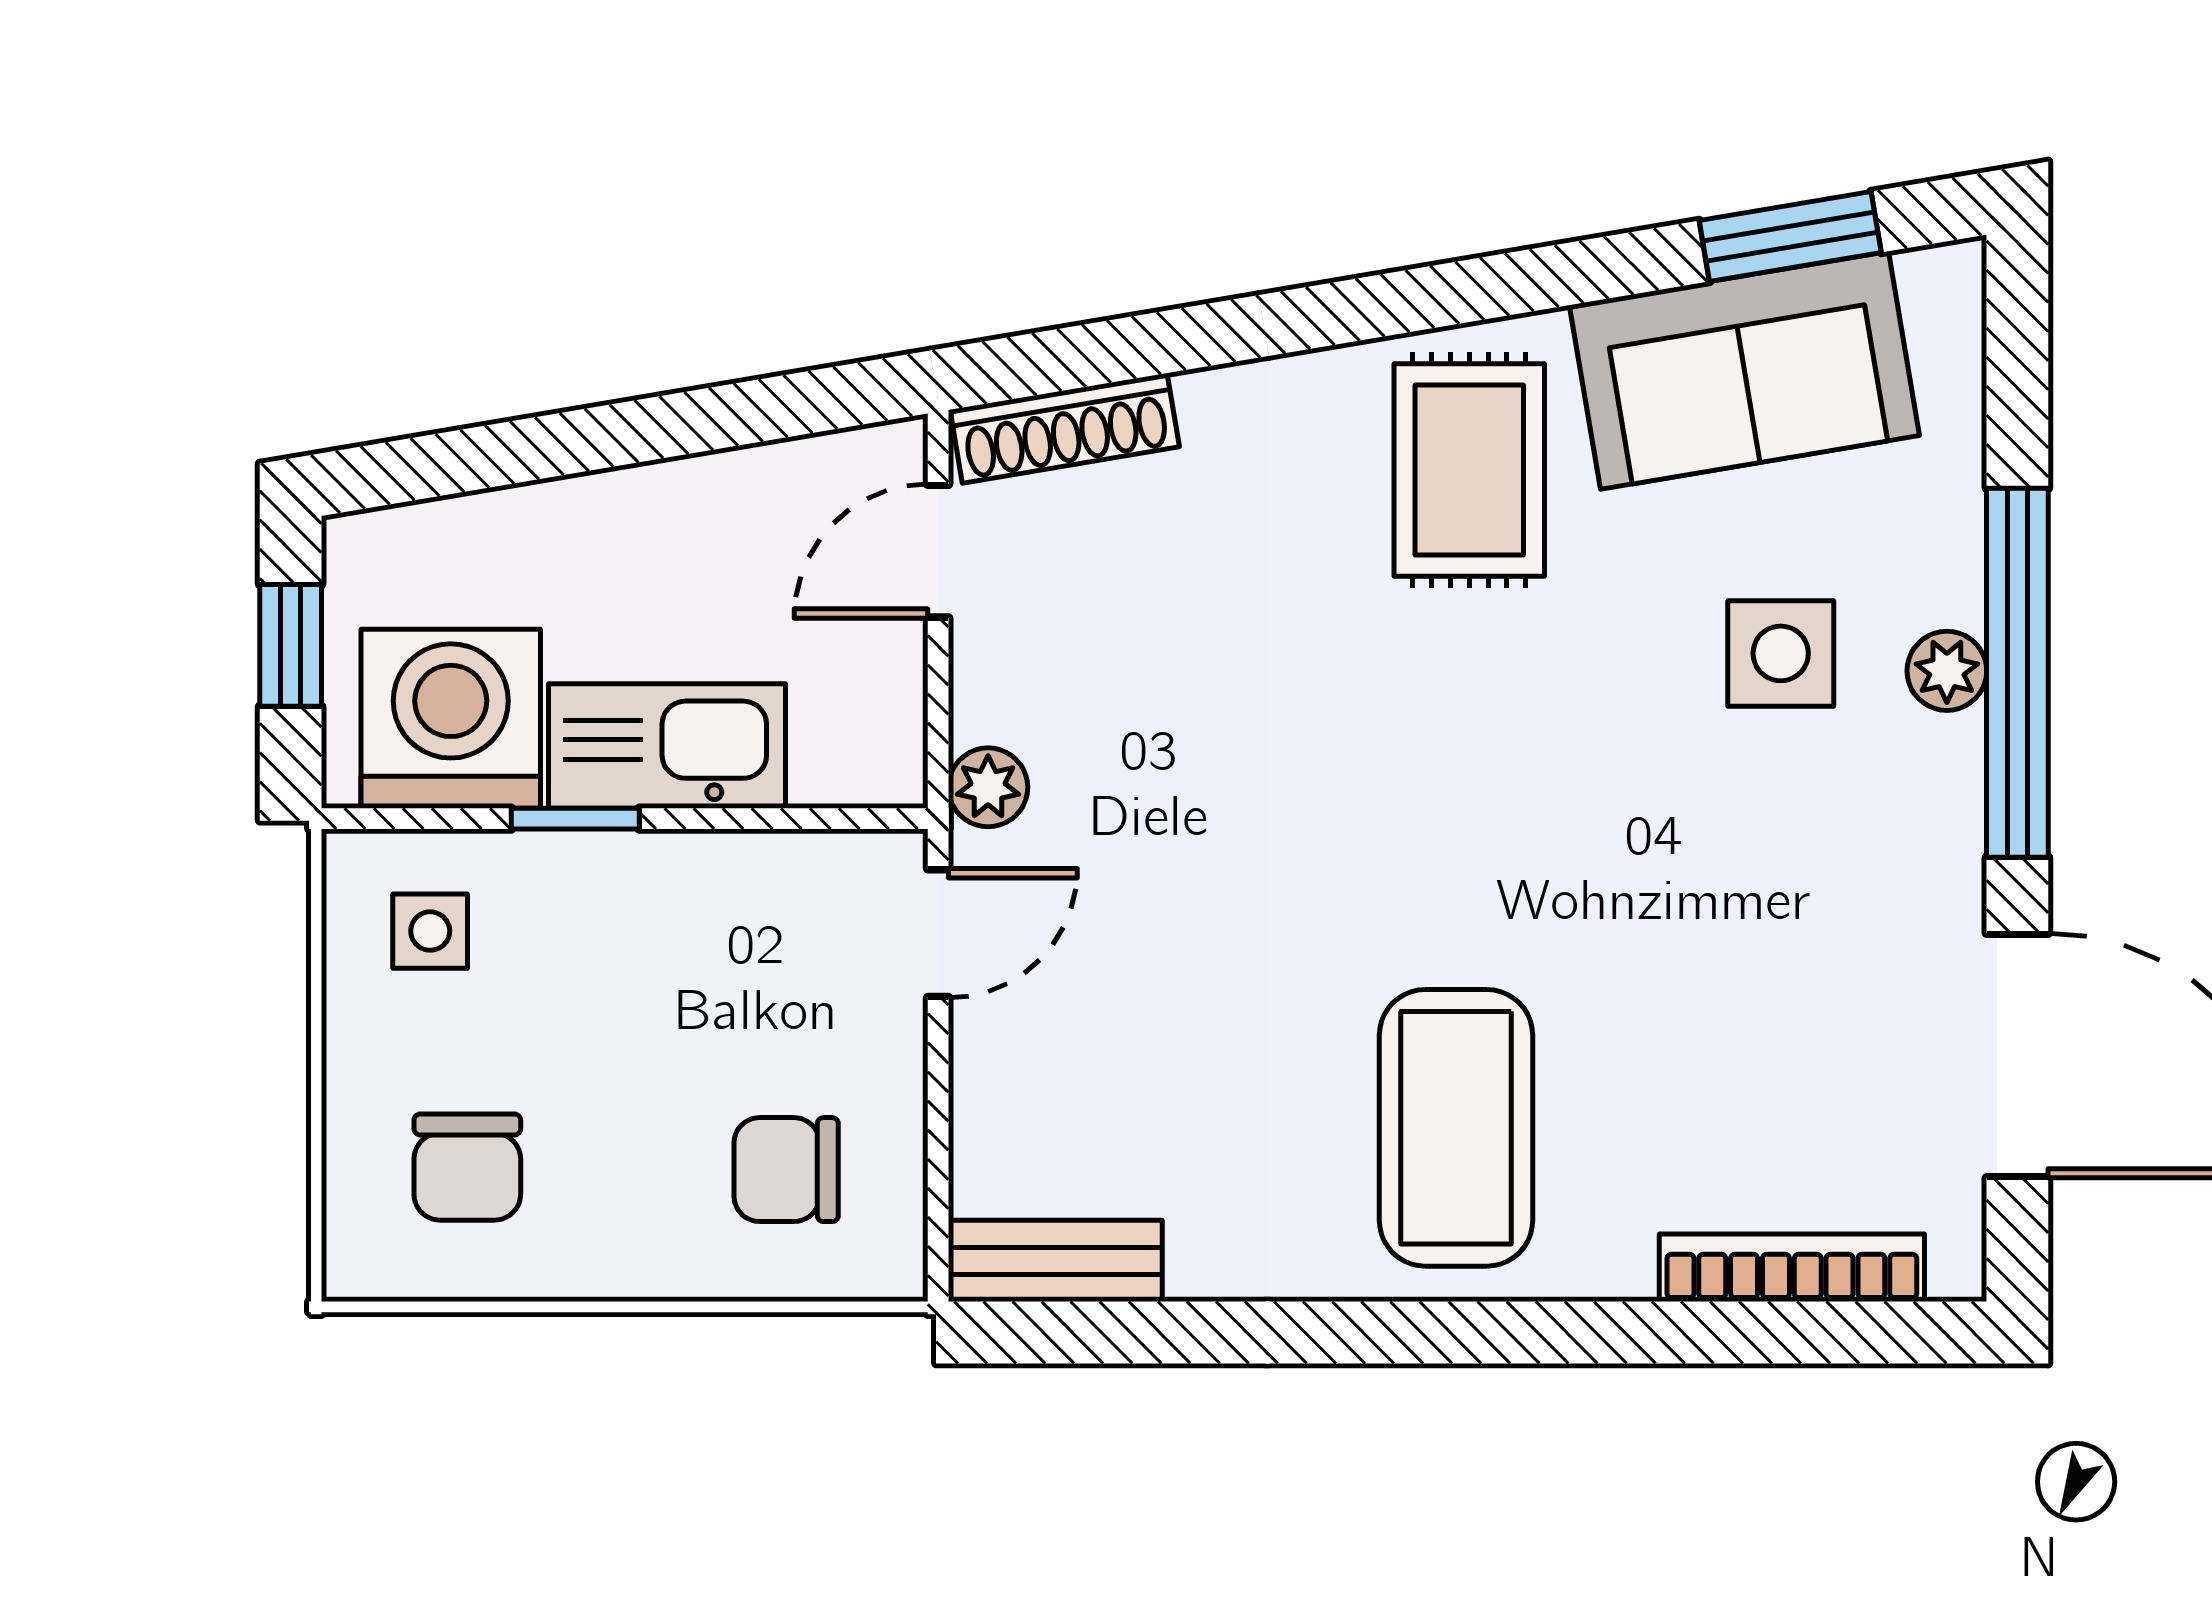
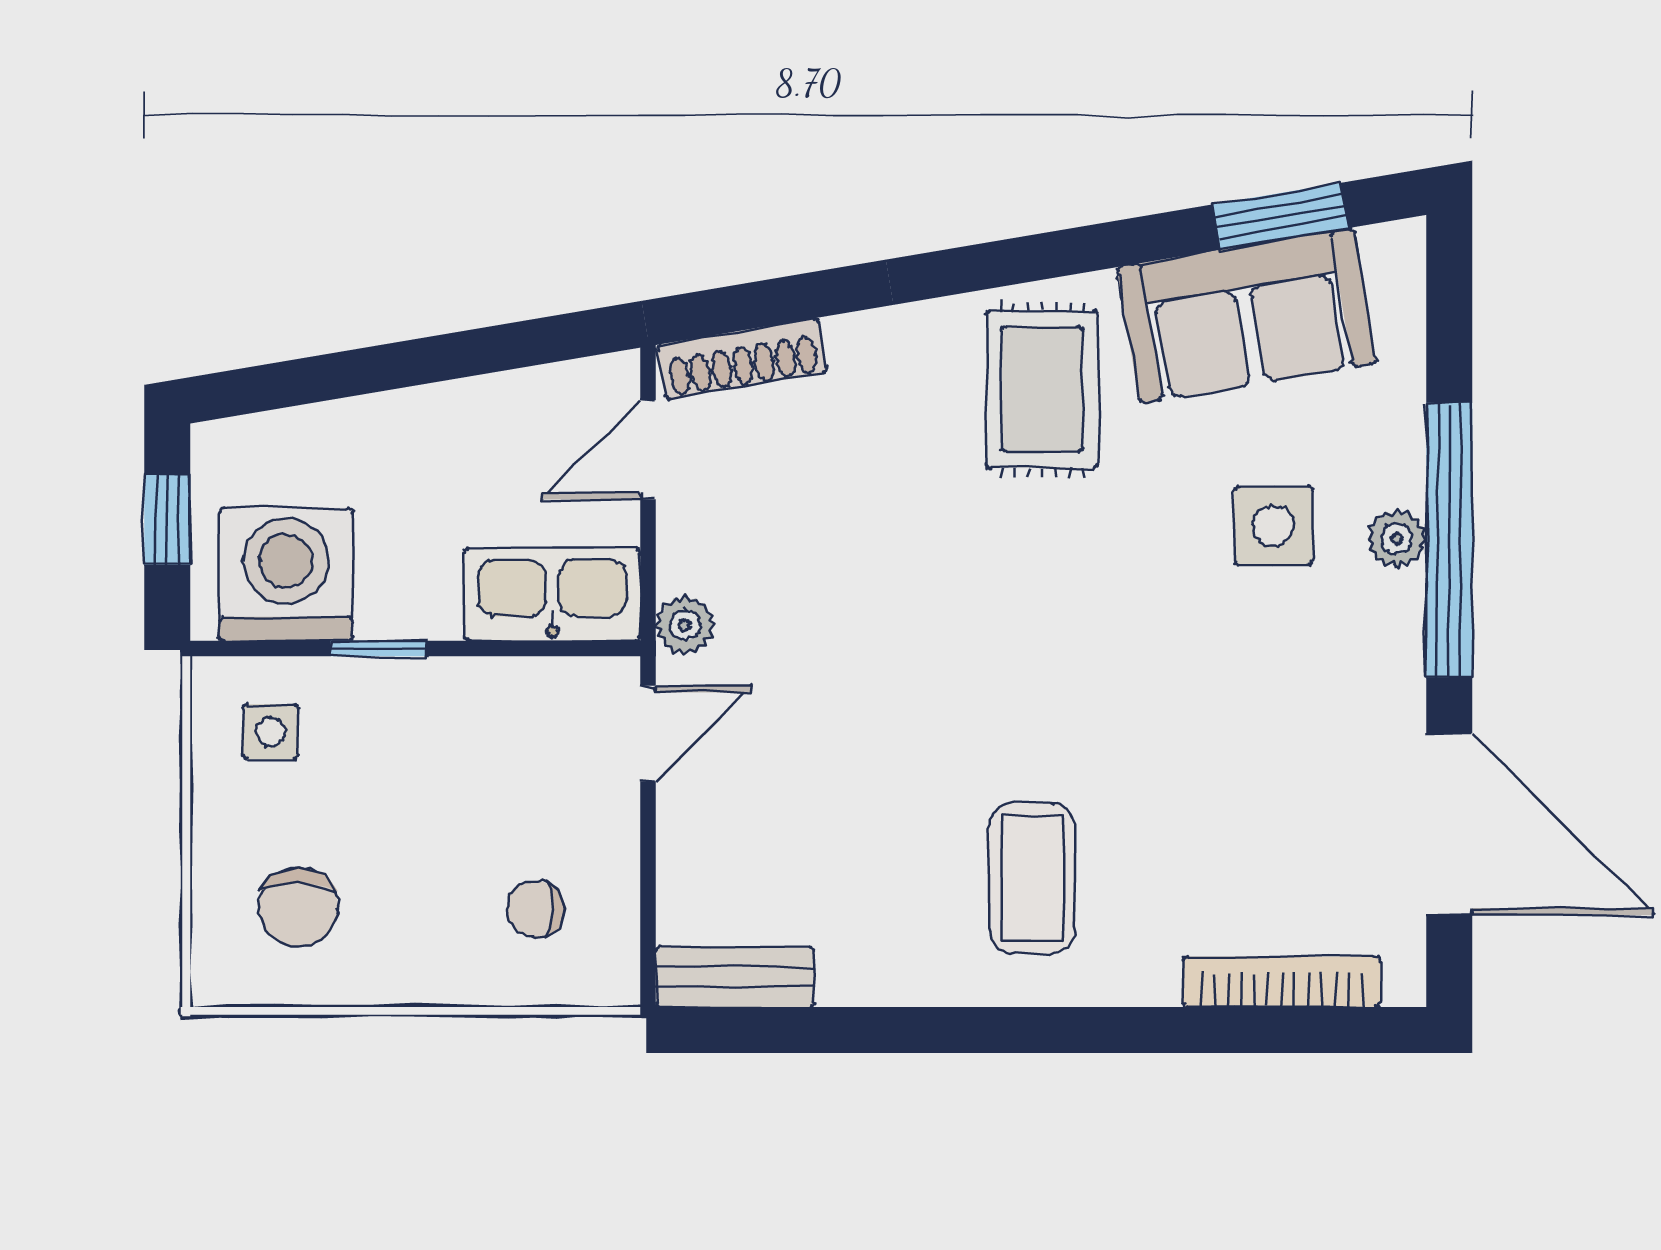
kitchen sink: (667, 746) -> (552, 594), moved
coffee table: (1456, 1128) -> (1032, 878), width x0.73, depth x0.76
chair: (786, 1170) -> (535, 909), width x0.73, depth x0.73

